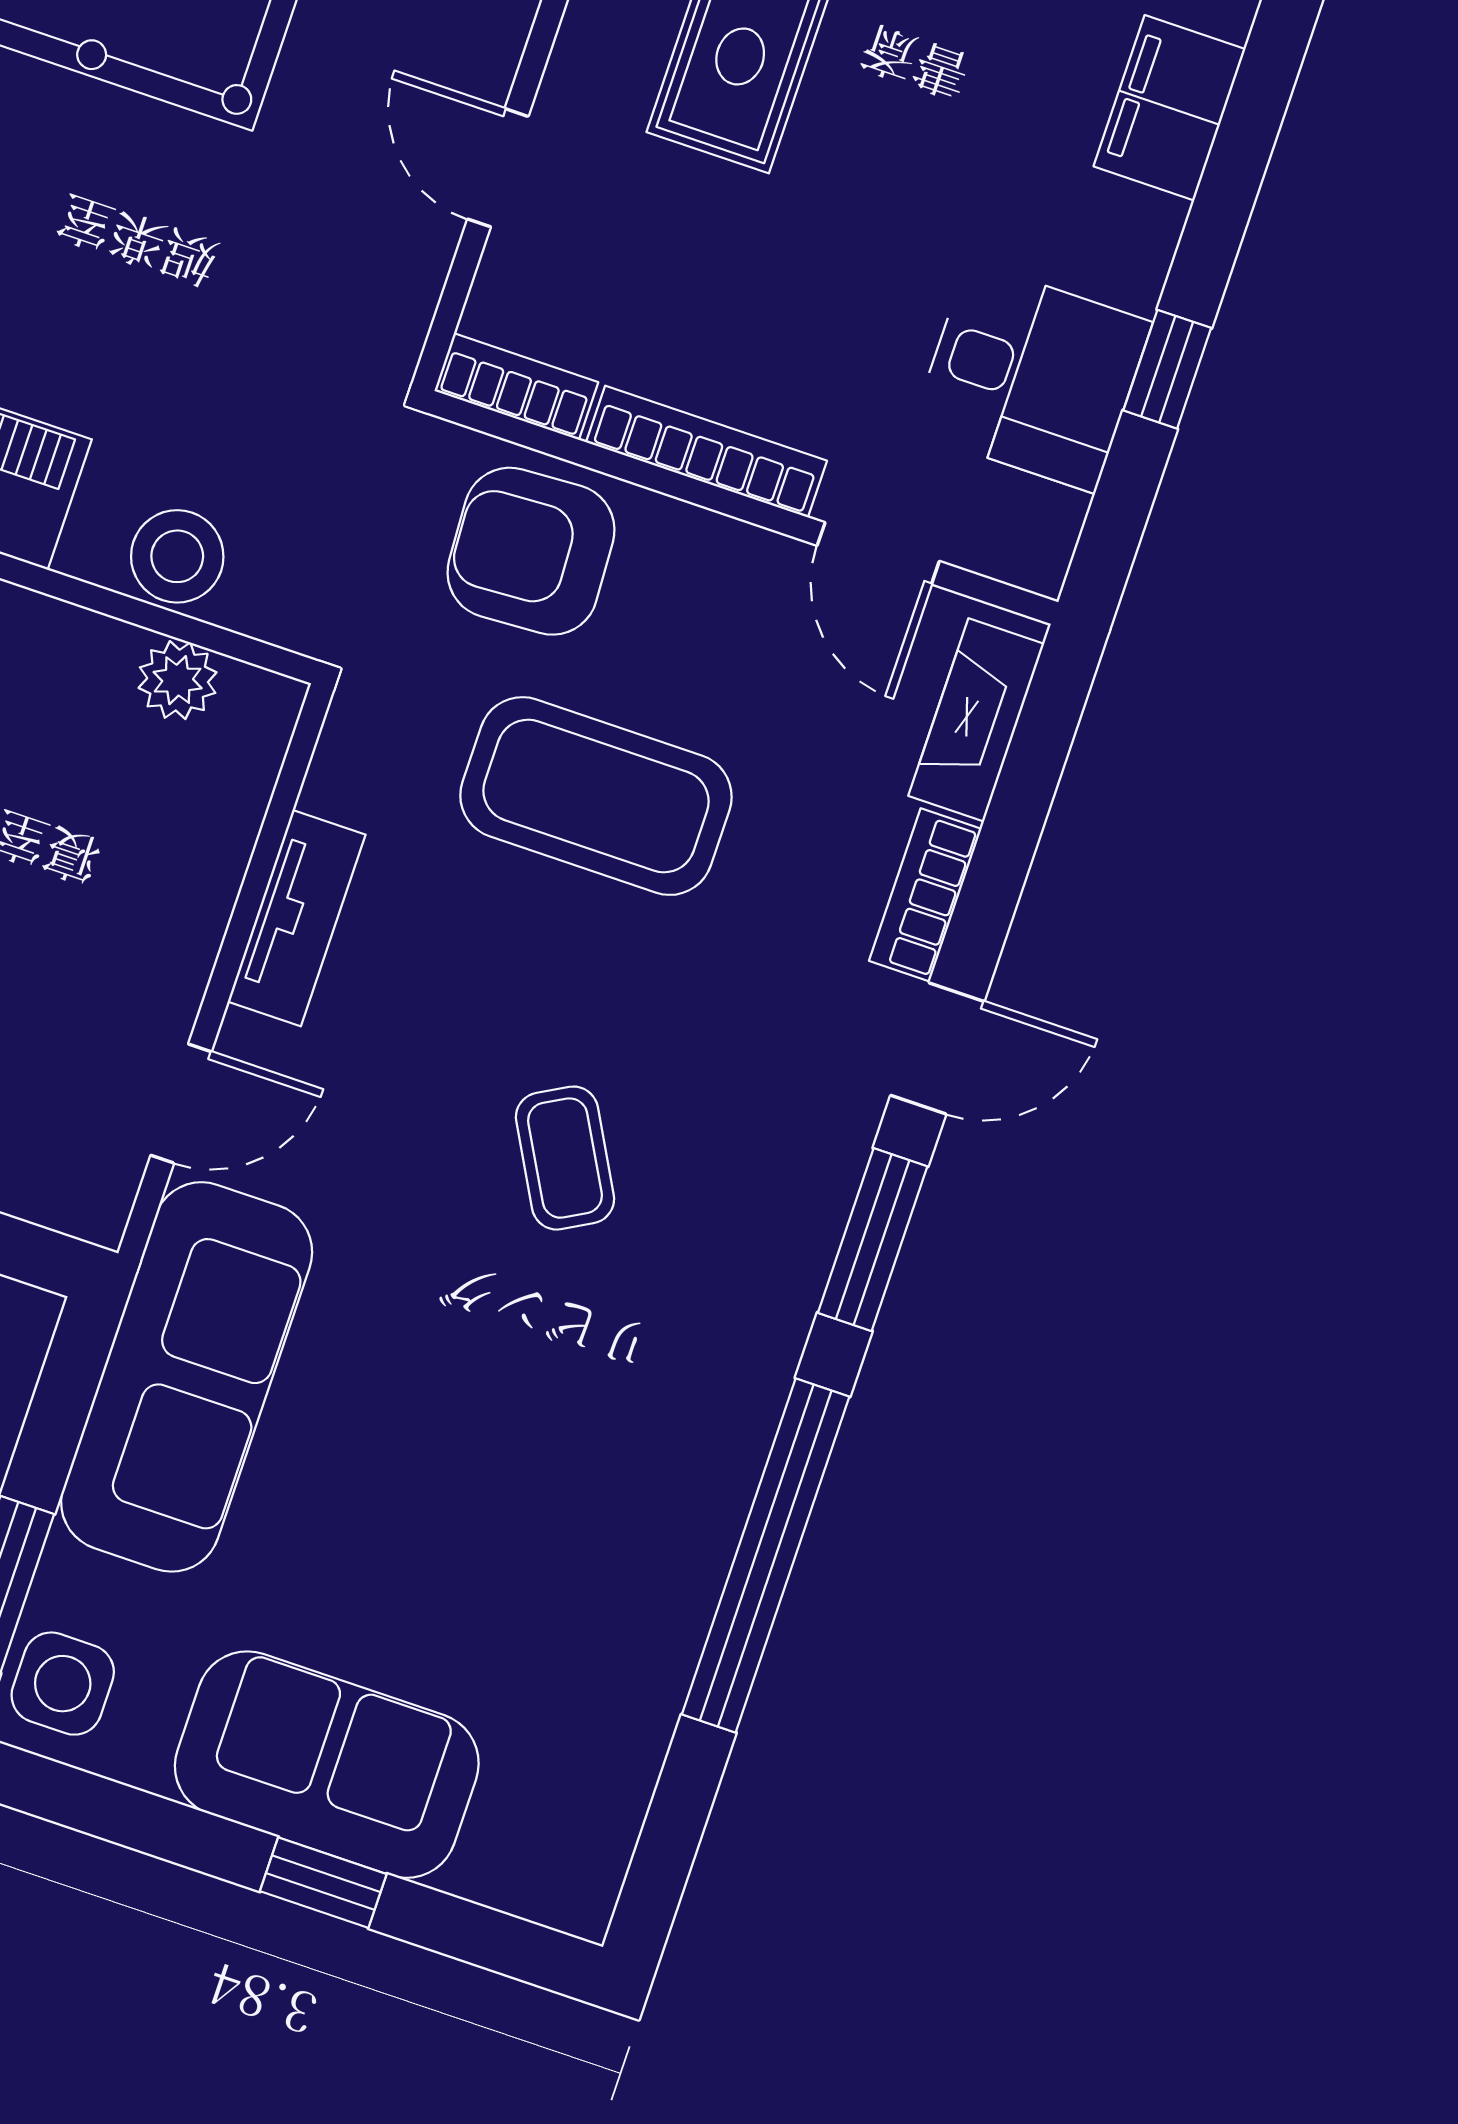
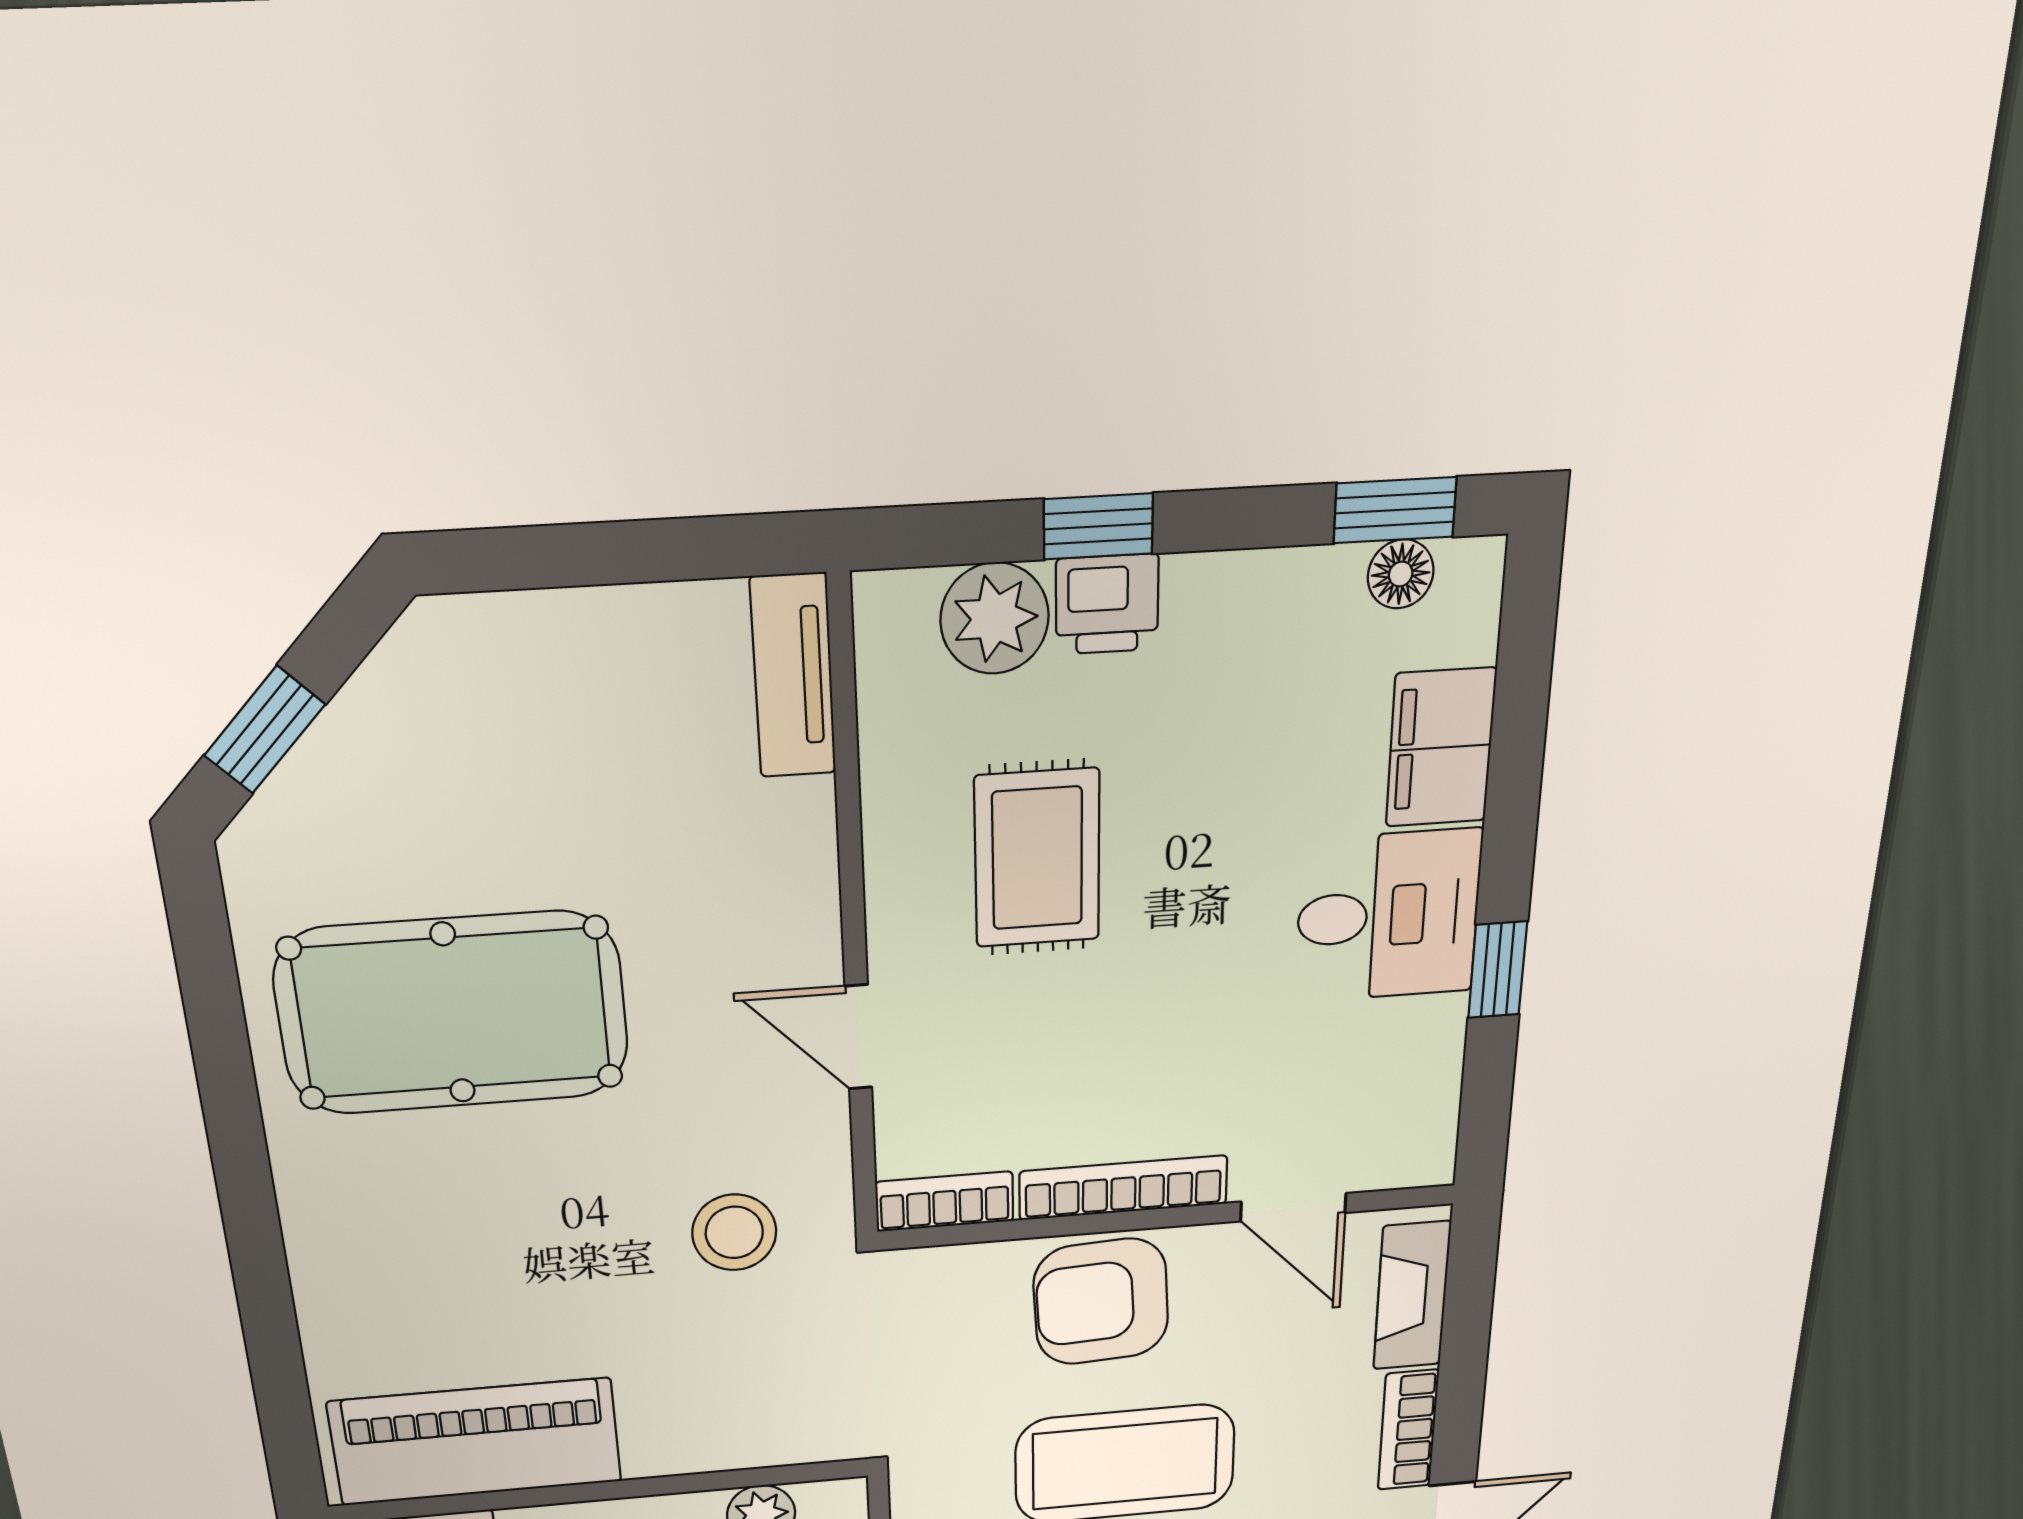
desk: (1031, 377) -> (1388, 916), moved
armchair: (531, 551) -> (1101, 1302), moved
stool: (177, 556) -> (734, 1232), moved

